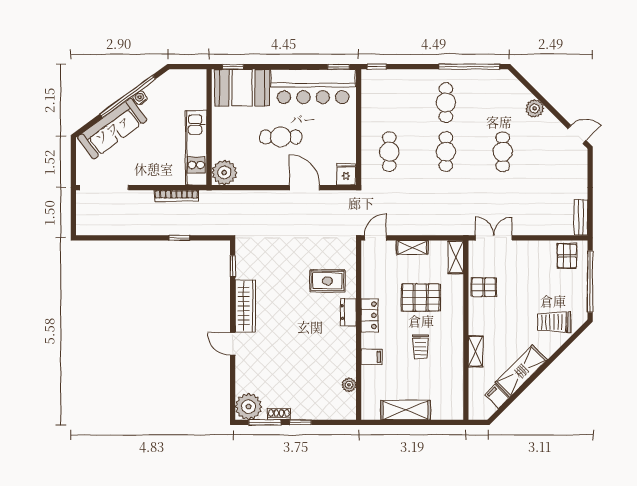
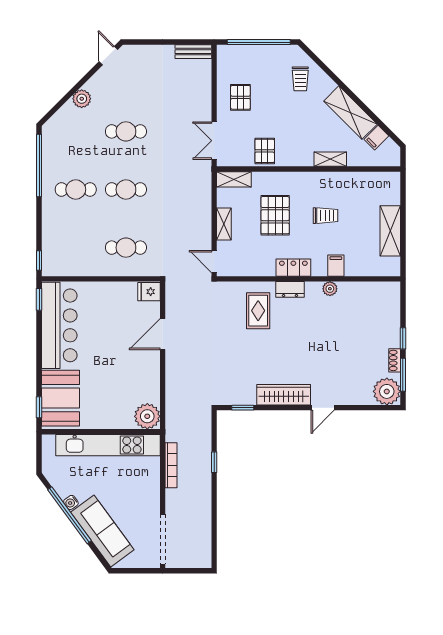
cafe table: (281, 137) -> (111, 359), removed
kitchen unit: (196, 148) -> (108, 445), width x1.36
pallet: (567, 256) -> (240, 97), moved, turned 90
trolley: (554, 322) -> (300, 79), width x0.73, depth x0.72
plant: (349, 385) -> (330, 289), moved

